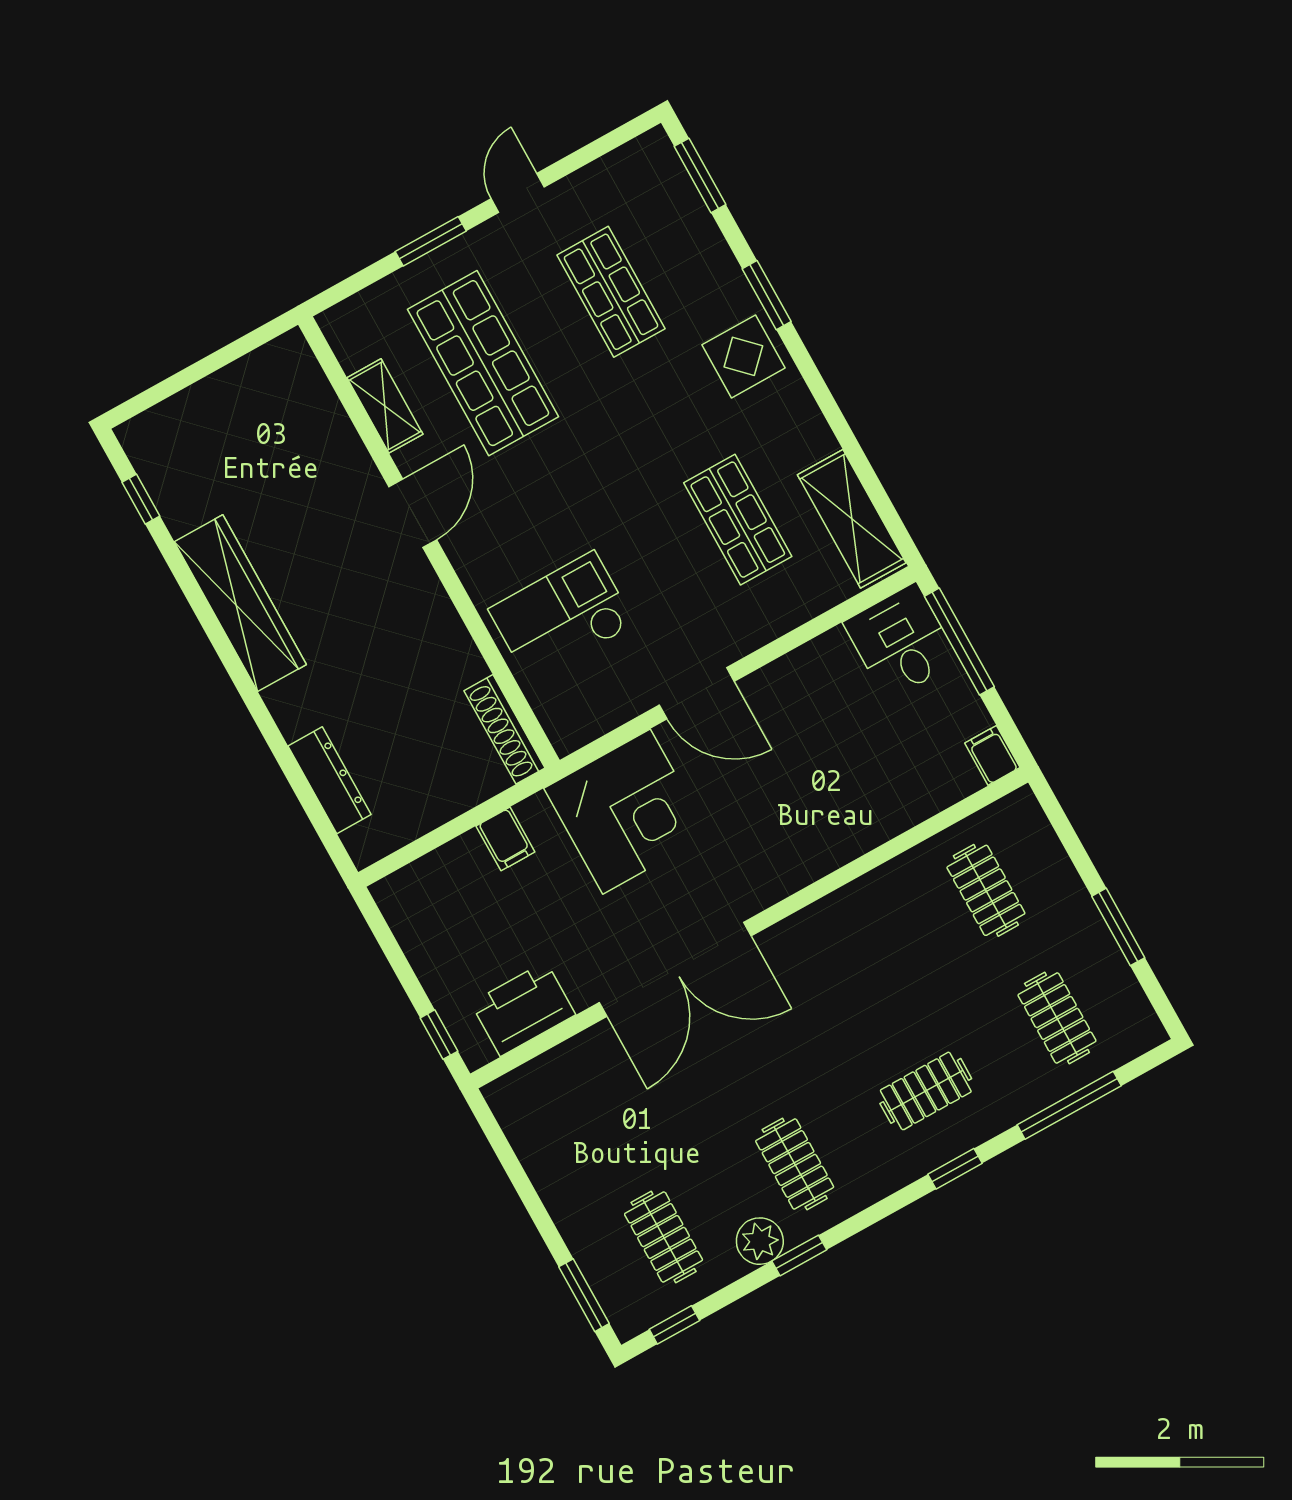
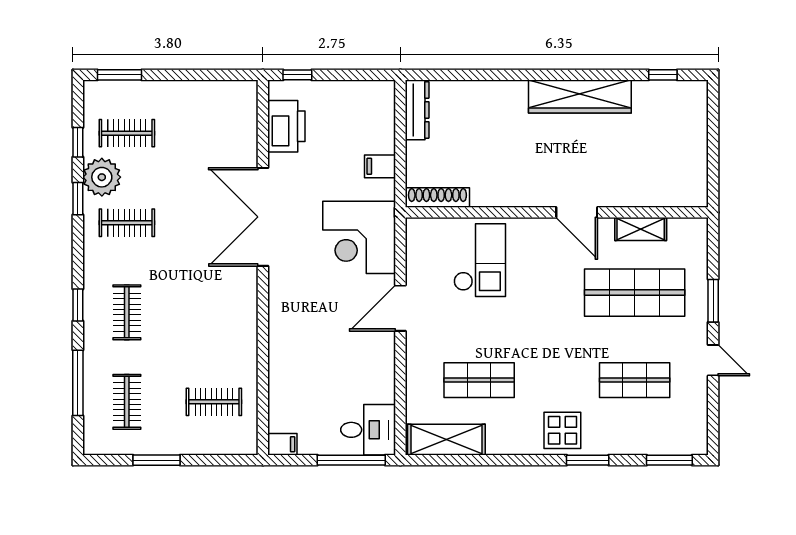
dresser: (330, 780) -> (417, 110), moved, turned -90
clothes rail: (1057, 1018) -> (127, 402), turned 90
plant: (760, 1241) -> (102, 177), width x1.36, depth x1.36
window: (674, 1325) -> (78, 142), moved

